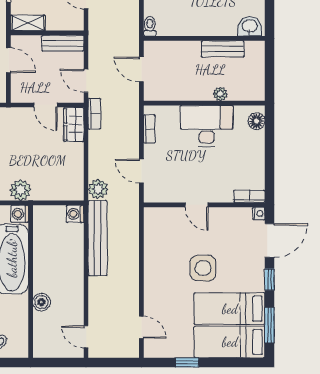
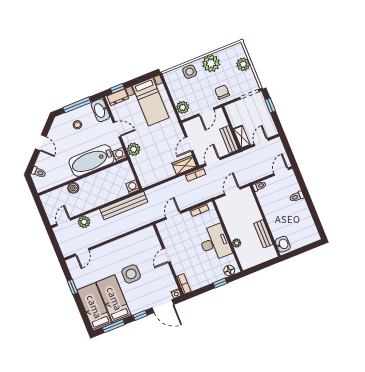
shelving: (28, 23) -> (242, 137), moved
window: (270, 142) -> (220, 283), added
plant: (98, 189) -> (84, 222), moved

